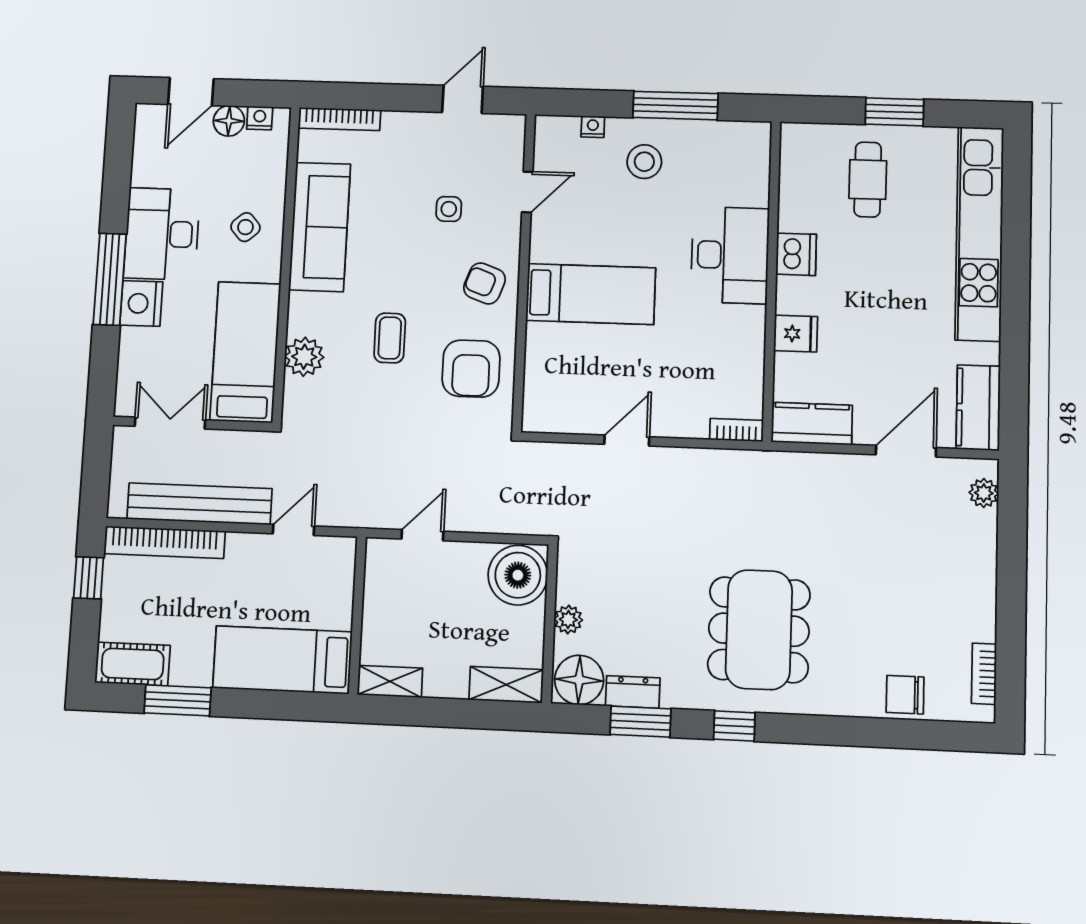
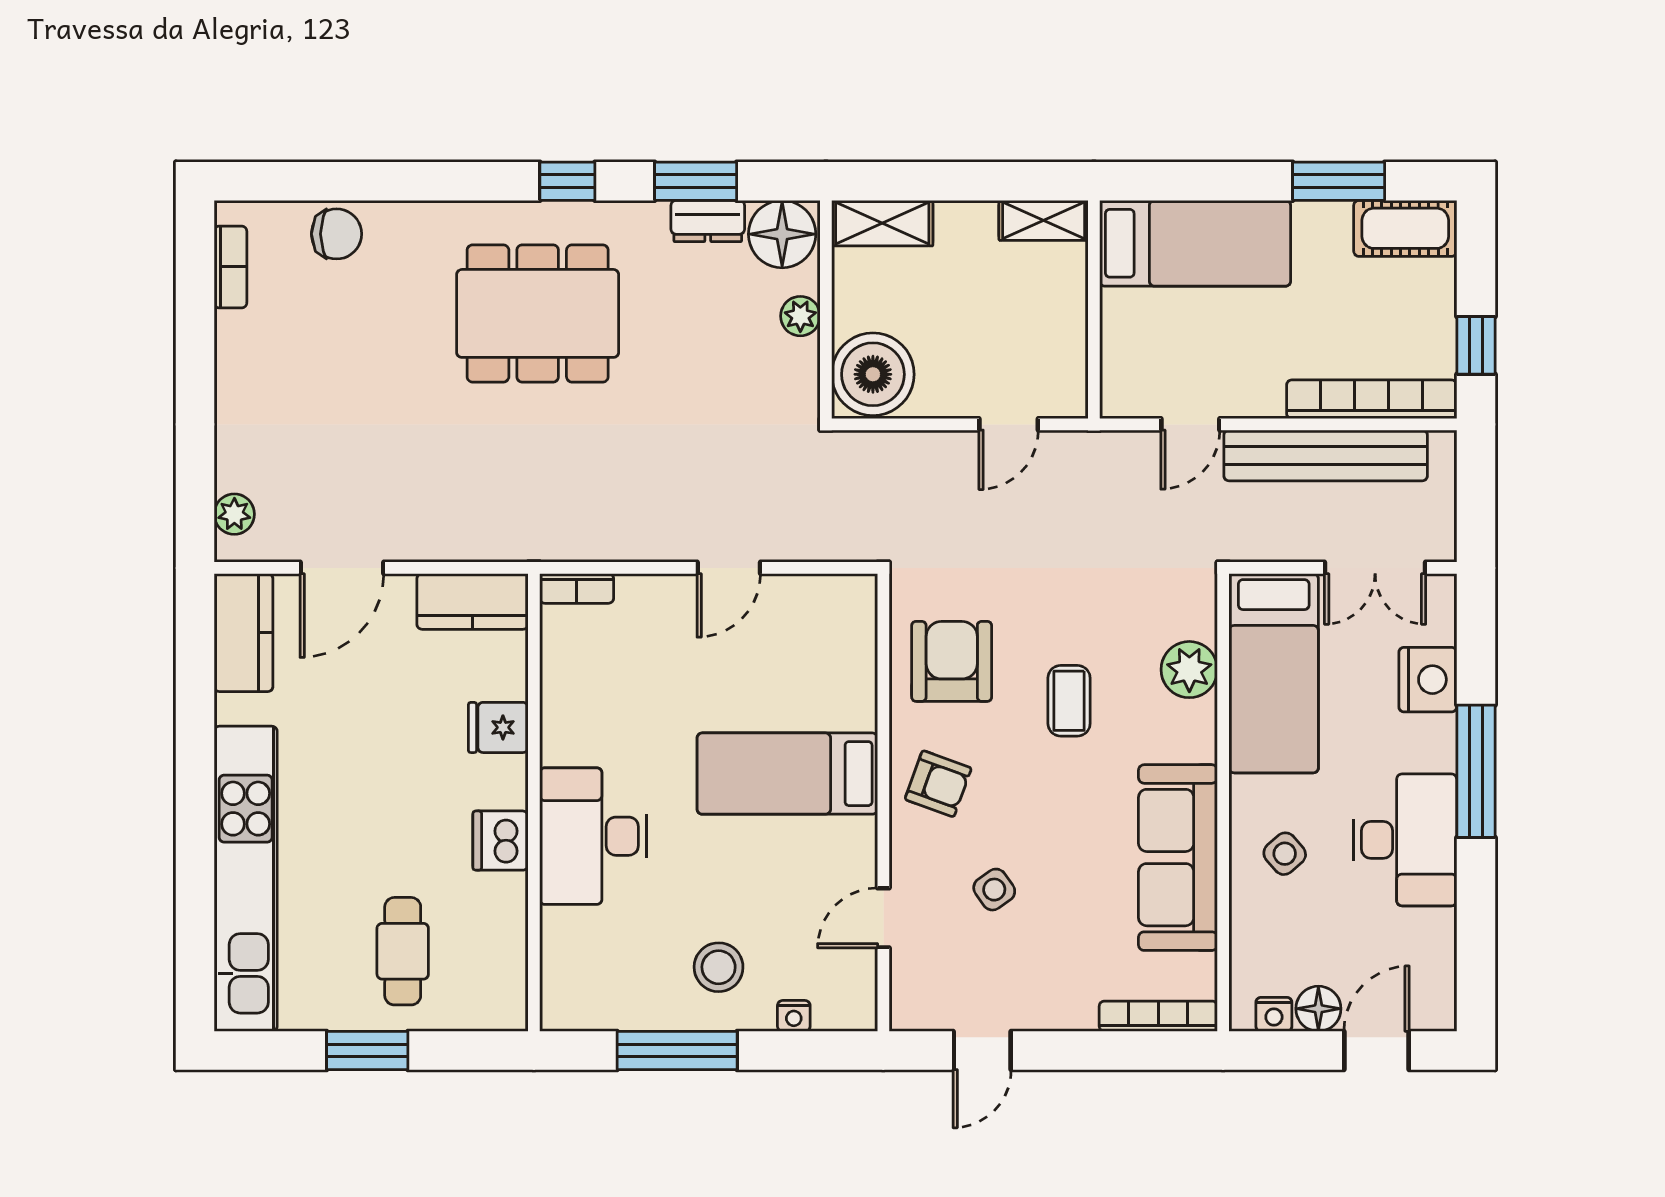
side table: (449, 209) -> (994, 890), turned -35
nightstand: (141, 303) -> (1428, 680), moved
dining table: (759, 630) -> (538, 313), turned 90

